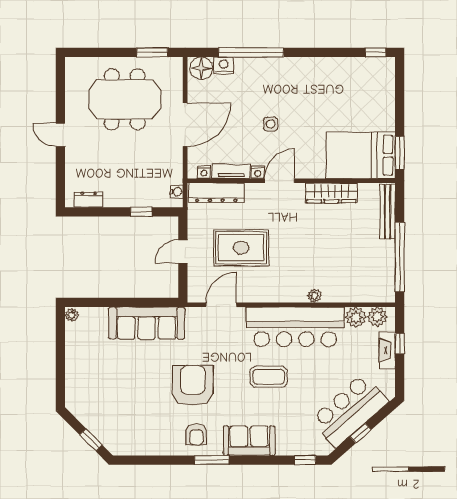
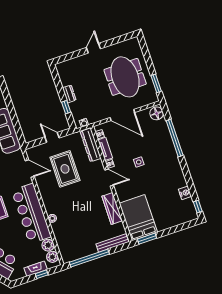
nightstand: (224, 66) -> (185, 193), moved
dresser: (89, 199) -> (69, 94), moved

